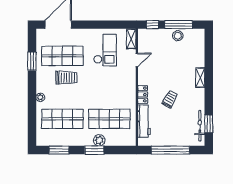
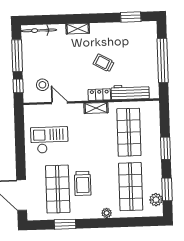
stool: (178, 36) -> (42, 85), moved
shelving: (131, 39) -> (96, 108), moved
trolley: (67, 78) -> (83, 183), turned 180
bicycle: (200, 126) -> (39, 30), moved
plant: (99, 140) -> (156, 200), moved

